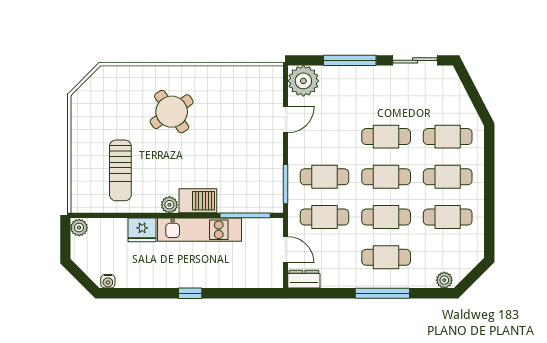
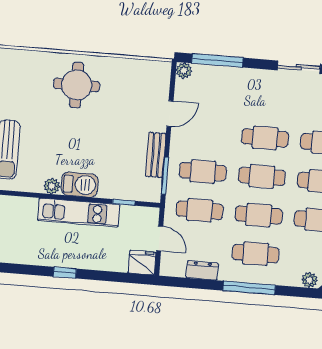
window: (350, 60) -> (217, 60), moved
plant: (303, 81) -> (184, 71), width x0.53, depth x0.53
round table: (172, 112) -> (77, 85), moved, turned 35
bench: (274, 163) -> (156, 155), added
window: (245, 215) -> (124, 202), width x0.46
fridge: (142, 230) -> (142, 263), moved, turned 180
dresser: (304, 279) -> (202, 270), moved

